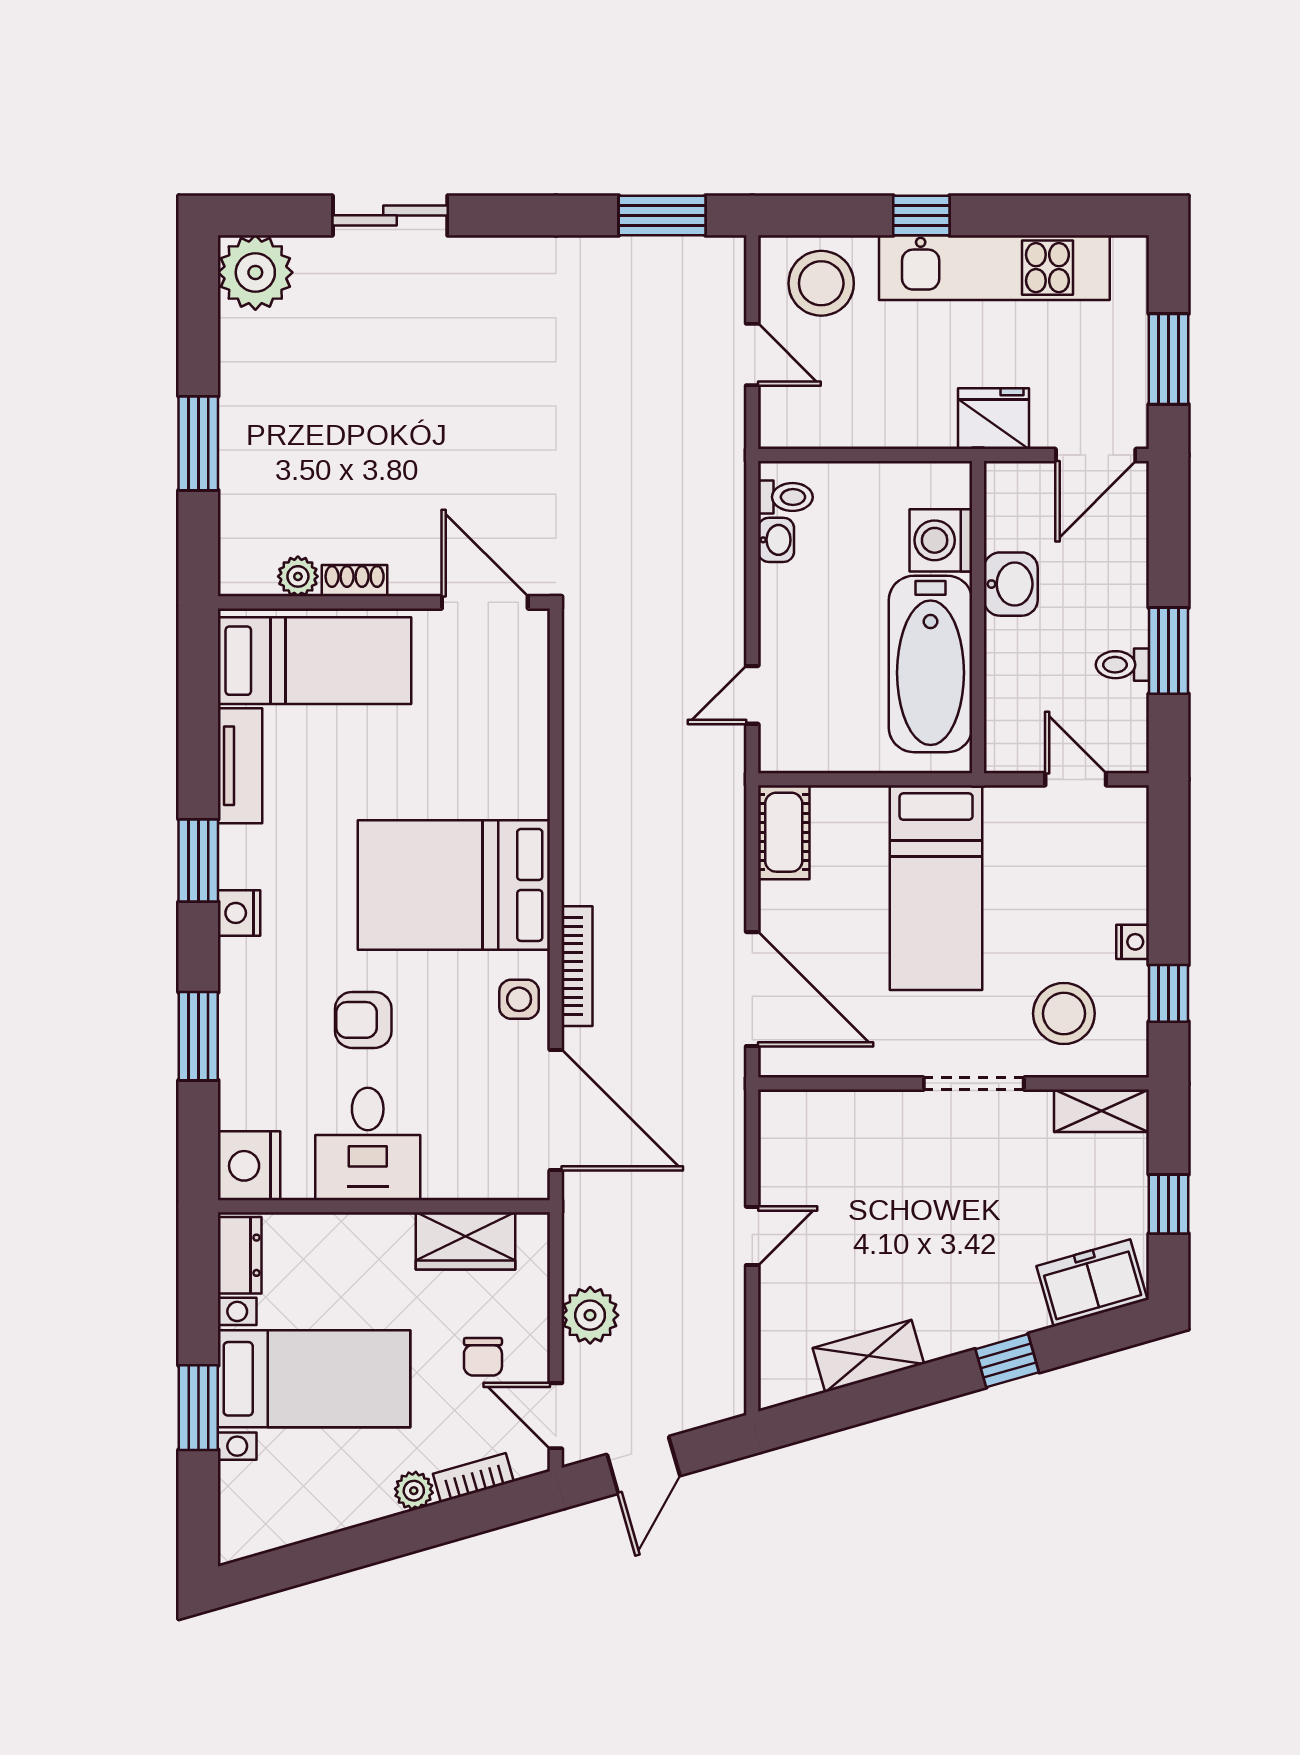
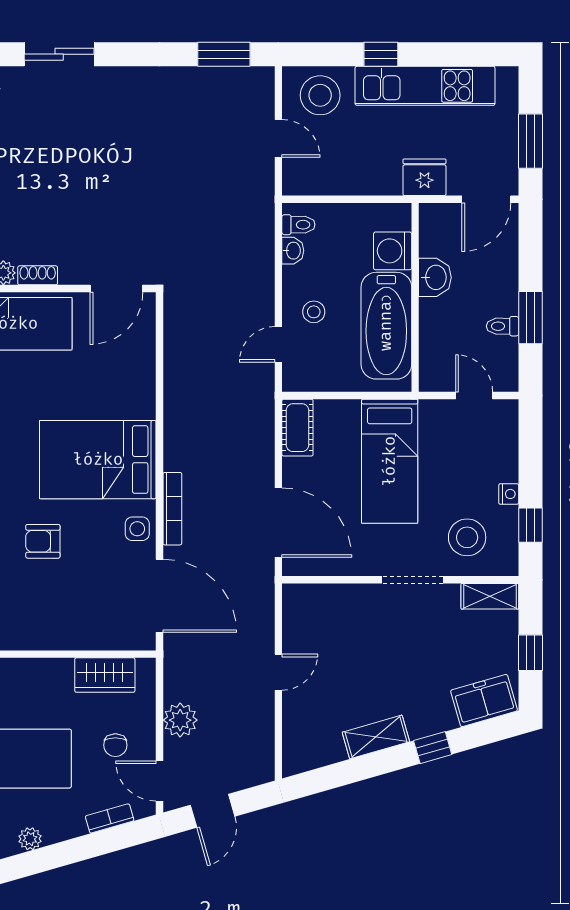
door: (485, 602) -> (116, 288), swing flipped
stool: (811, 641) -> (314, 312), added
desk: (368, 1144) -> (46, 616), removed
shelving: (868, 1356) -> (376, 737), moved
plant: (414, 1491) -> (30, 839), moved

